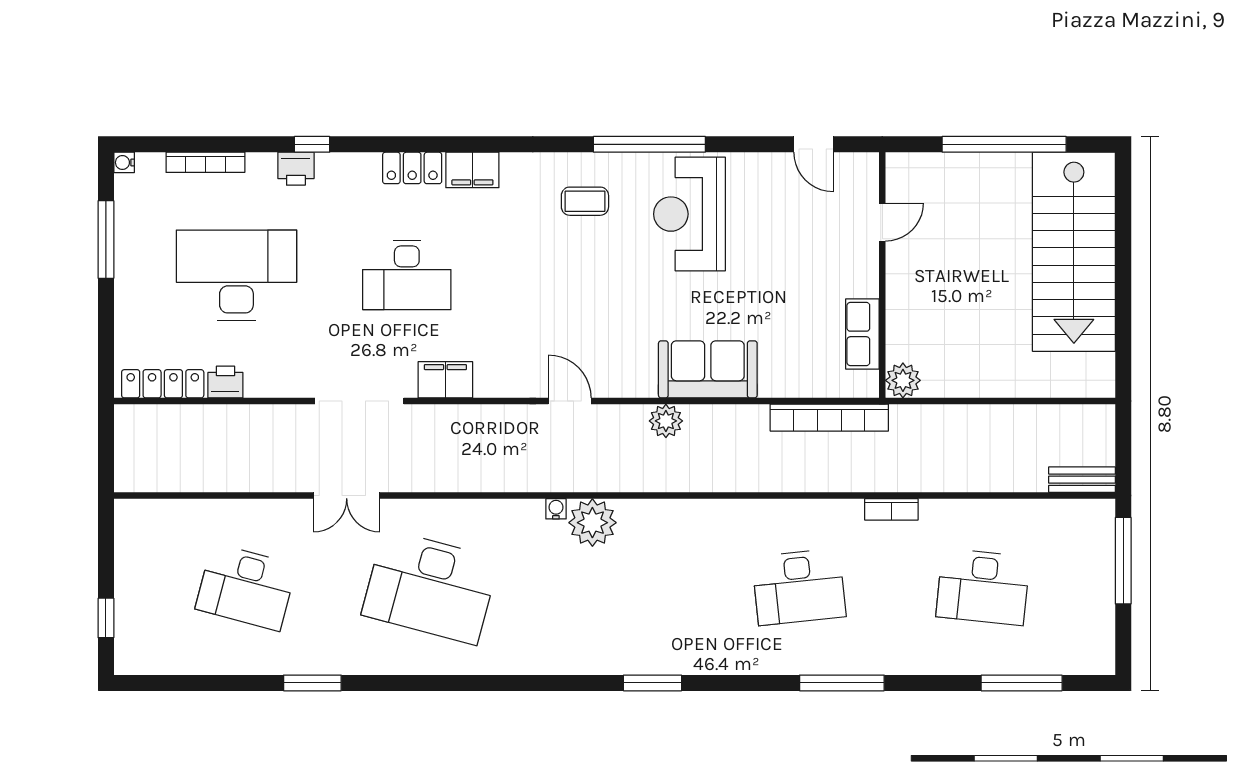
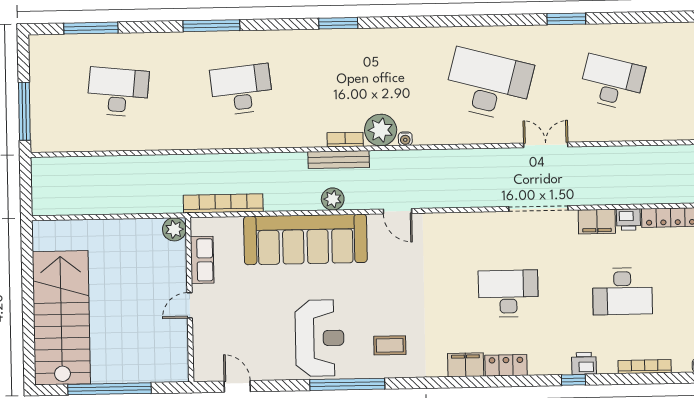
door: (882, 222) -> (190, 305), moved
desk: (236, 275) -> (622, 291), width x0.73, depth x0.77
sofa: (708, 369) -> (305, 239), width x1.85, depth x1.27
filing cabinet: (445, 380) -> (597, 222), moved
bench: (1082, 480) -> (339, 160), moved, width x1.36
bookcase: (891, 509) -> (345, 140), moved

